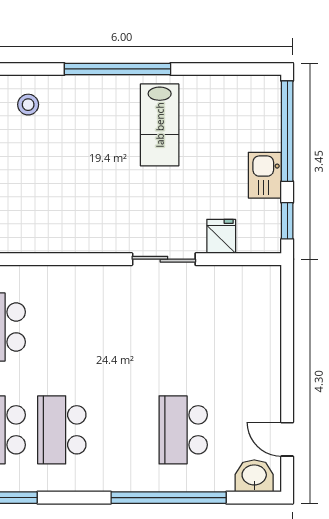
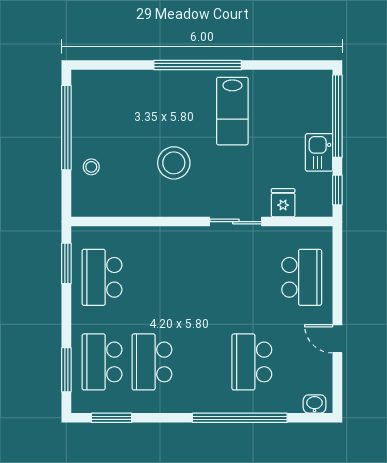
stool: (28, 105) -> (174, 163), moved, width x1.89, depth x1.89
school desk: (244, 327) -> (302, 277), added
door: (287, 439) -> (337, 339), moved
washbasin: (254, 476) -> (315, 404), width x0.72, depth x0.69

